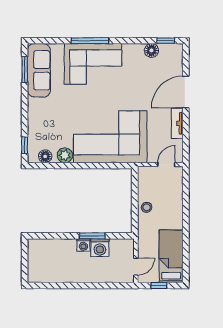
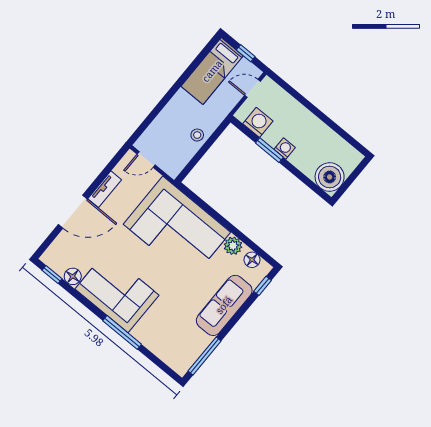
corner sofa: (93, 64) -> (117, 292), moved
window: (25, 69) -> (205, 356), width x1.44
sofa: (39, 70) -> (224, 305), moved
washing machine: (100, 248) -> (258, 122), moved
boiler: (39, 251) -> (330, 177), added

